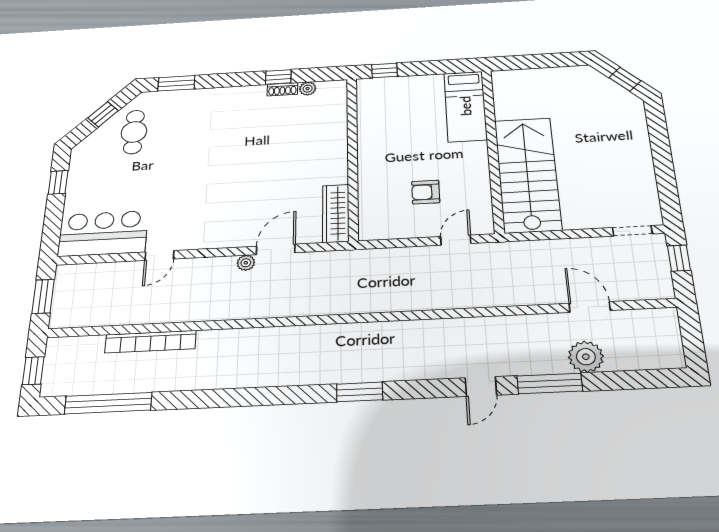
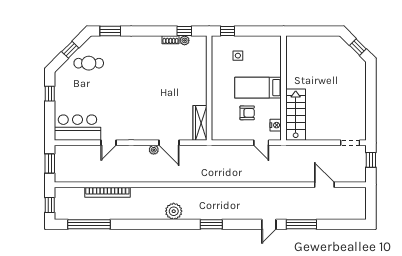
window: (278, 77) -> (184, 31), moved
side table: (405, 105) -> (238, 56), added
bed: (465, 106) -> (258, 88), moved, turned 90
cafe table: (134, 132) -> (89, 63), turned 90
stairs: (528, 174) -> (296, 115), width x0.73, depth x0.66
armchair: (426, 192) -> (247, 113), turned 180
nightstand: (482, 209) -> (276, 125), added
door: (456, 240) -> (261, 143), swing flipped
door: (276, 249) -> (169, 143), swing flipped
plant: (586, 357) -> (174, 211), moved

